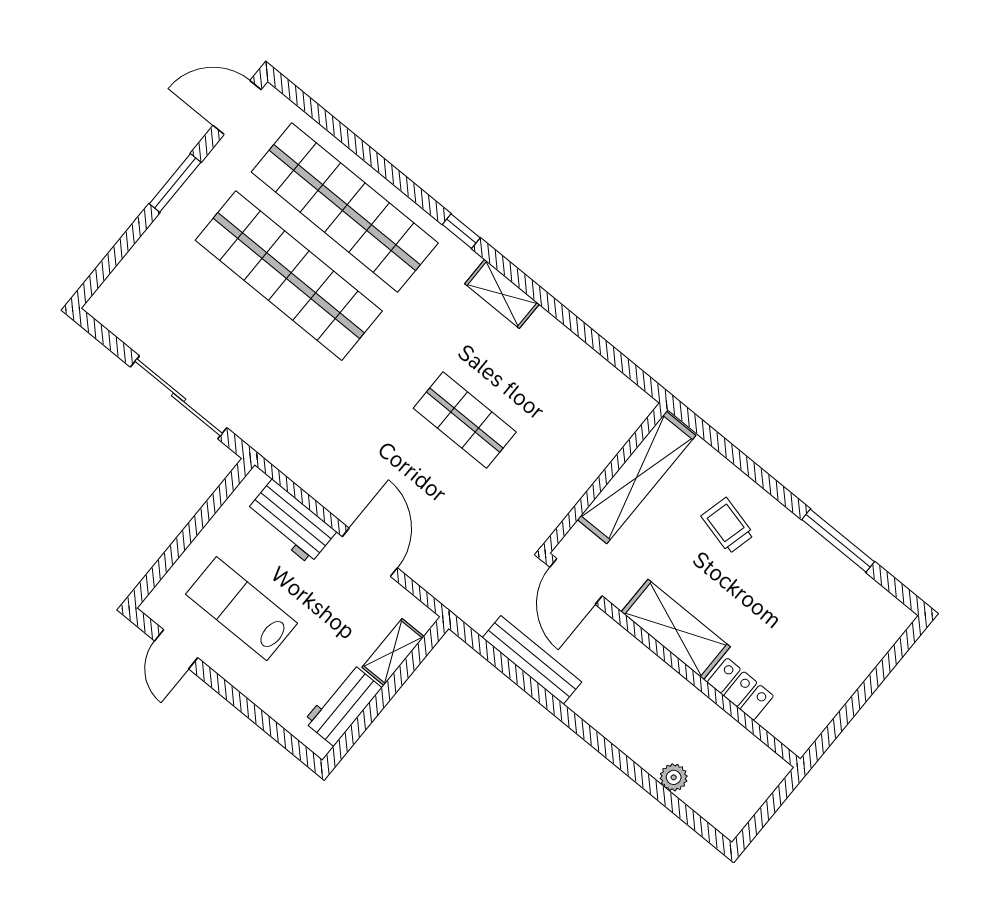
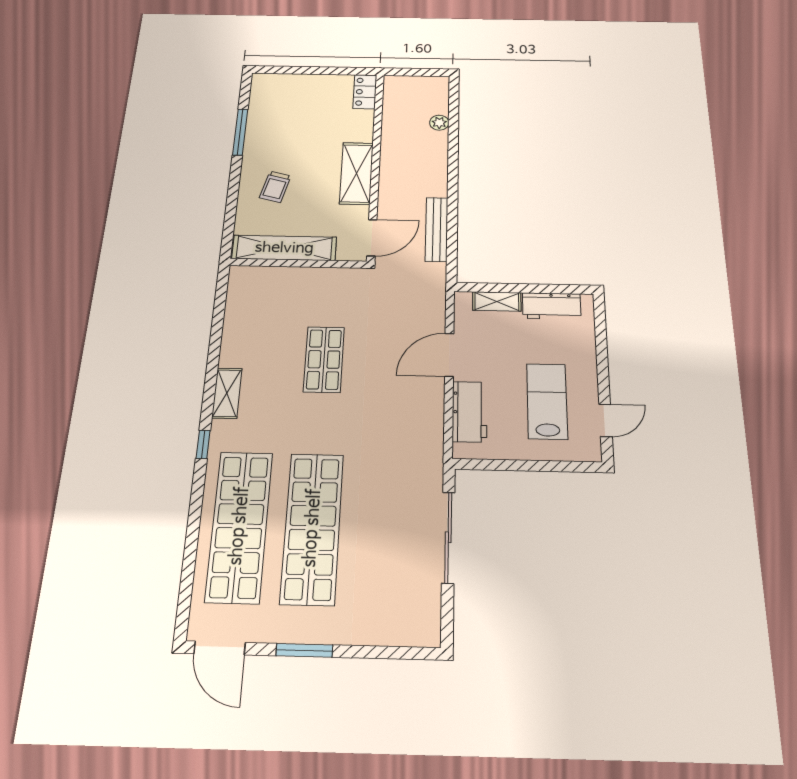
lab bench: (242, 609) -> (547, 401), turned 180
locker: (740, 689) -> (365, 92), moved

